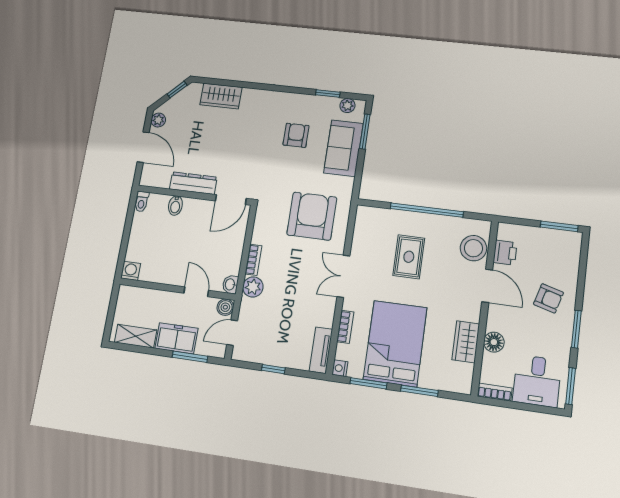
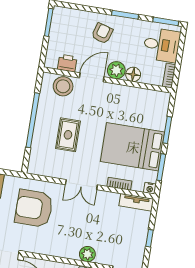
rug: (409, 257) -> (68, 135), turned 90
bookcase: (253, 260) -> (66, 254), removed
plant: (499, 319) -> (116, 70), added
wardrobe: (466, 342) -> (132, 95), removed

